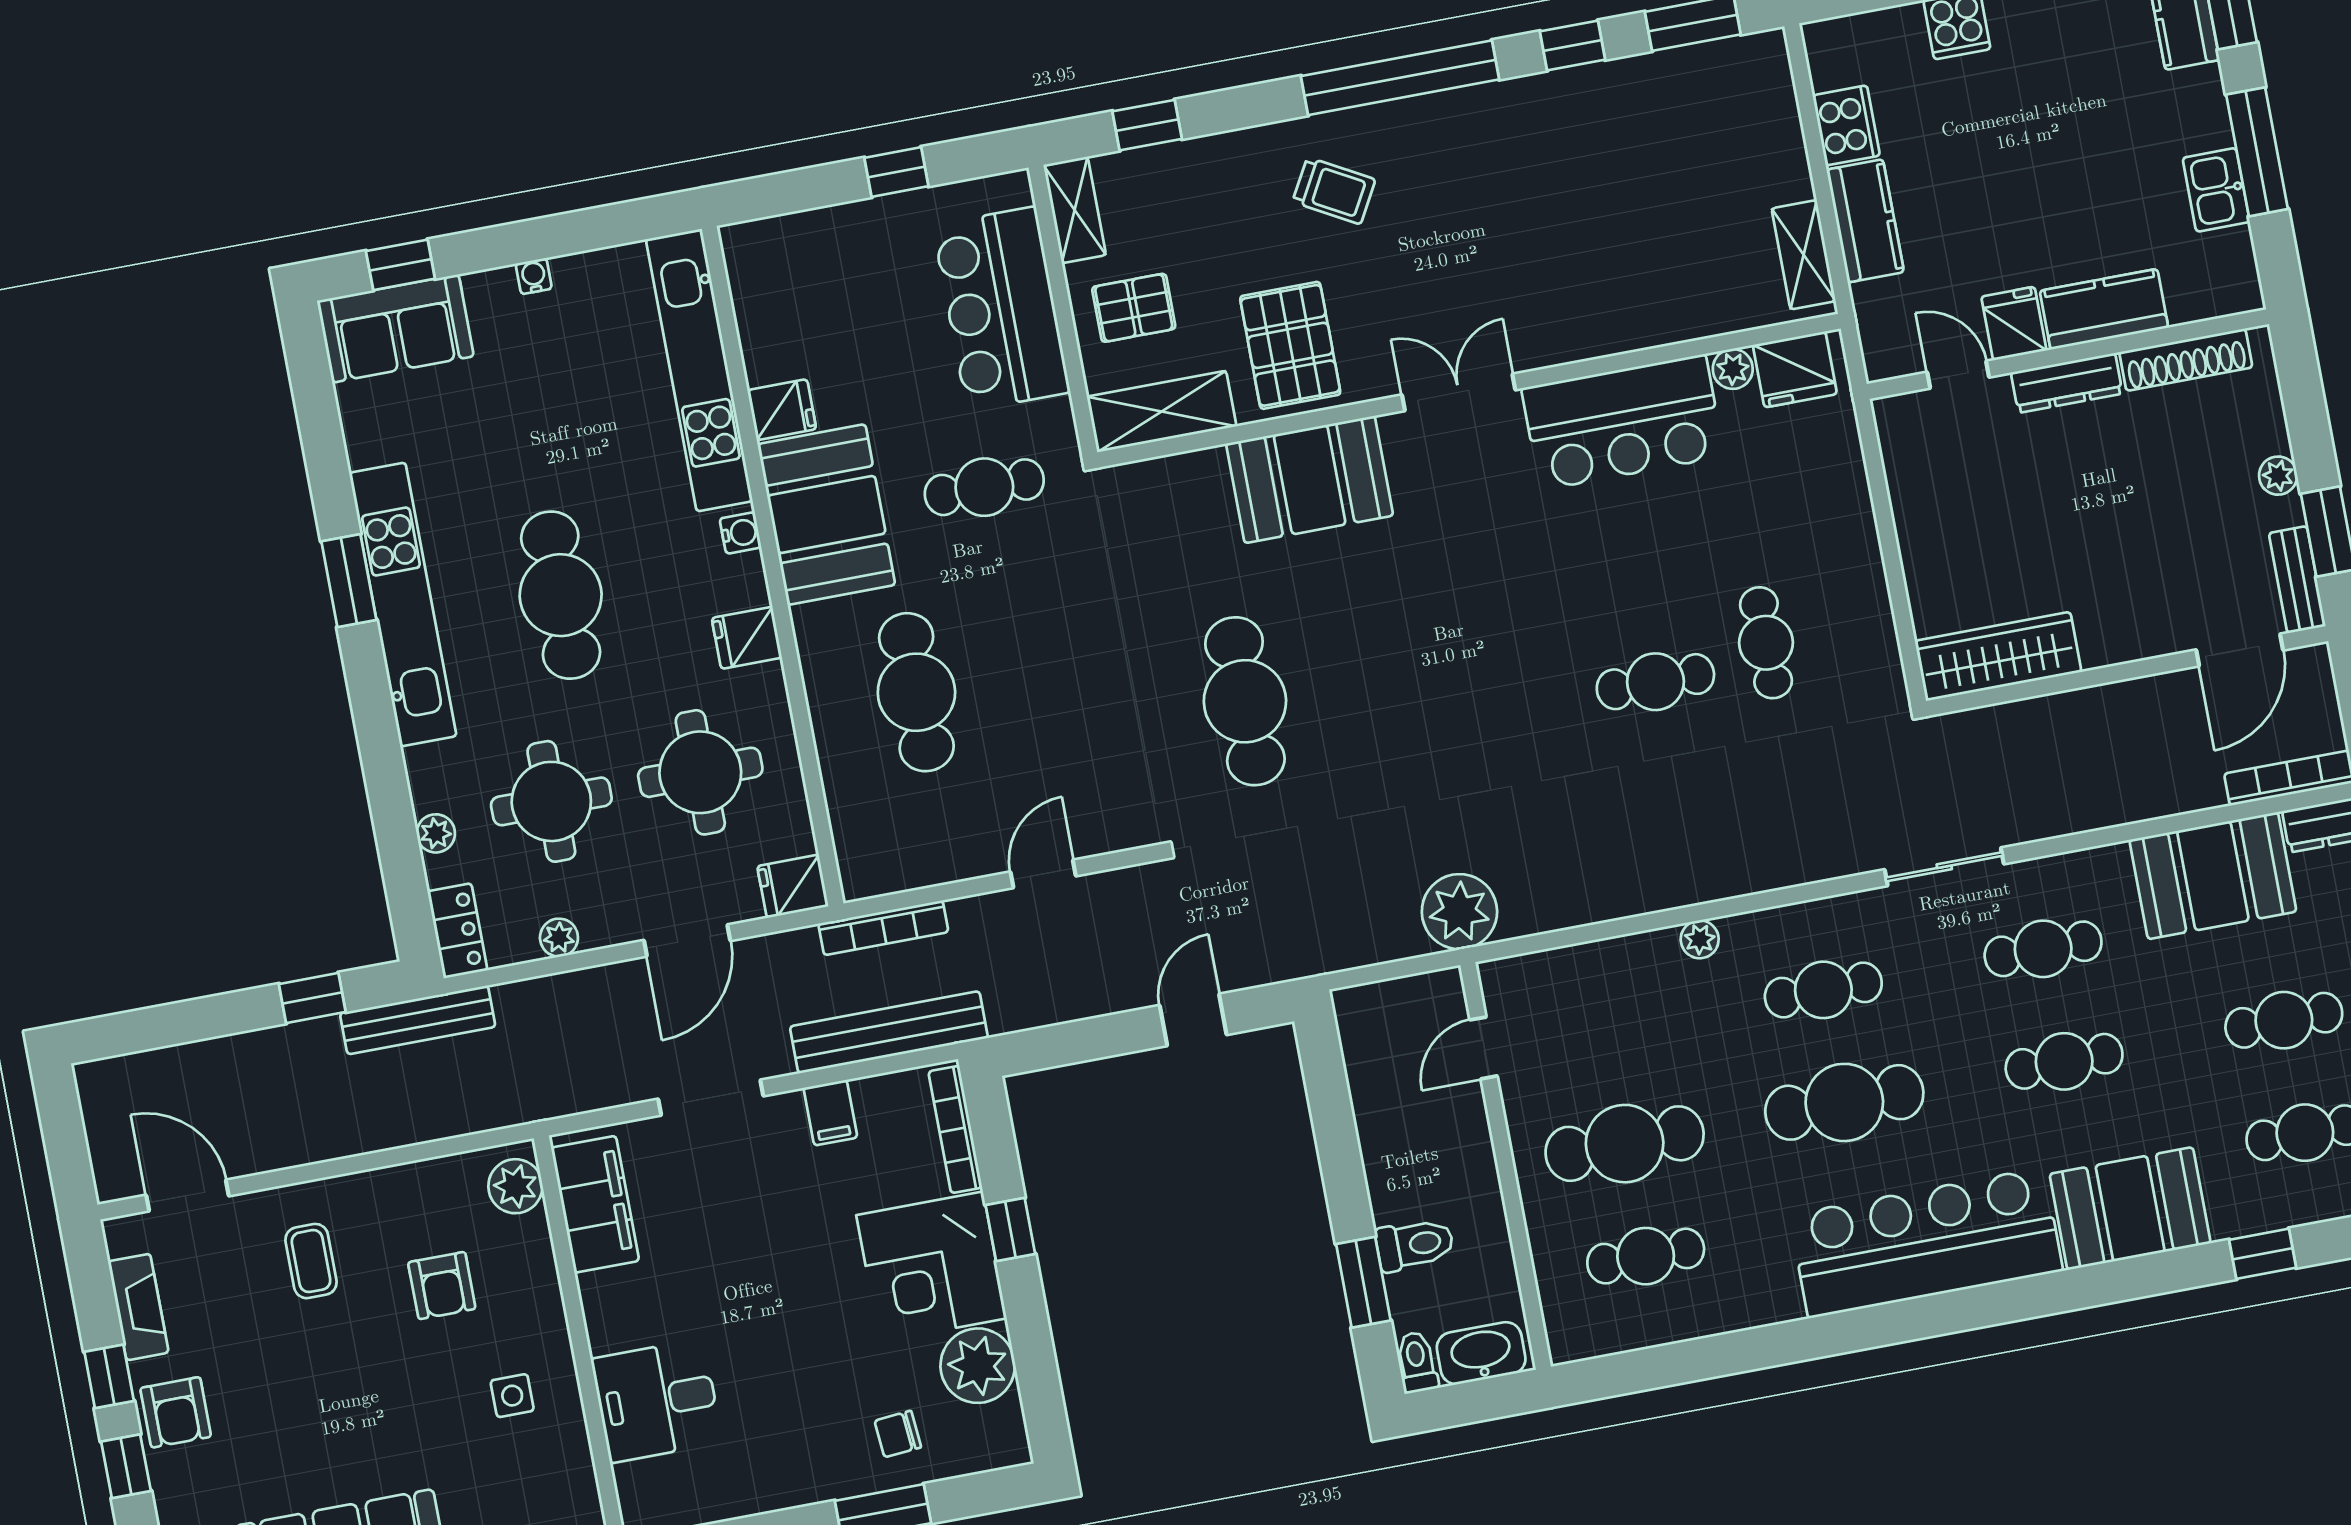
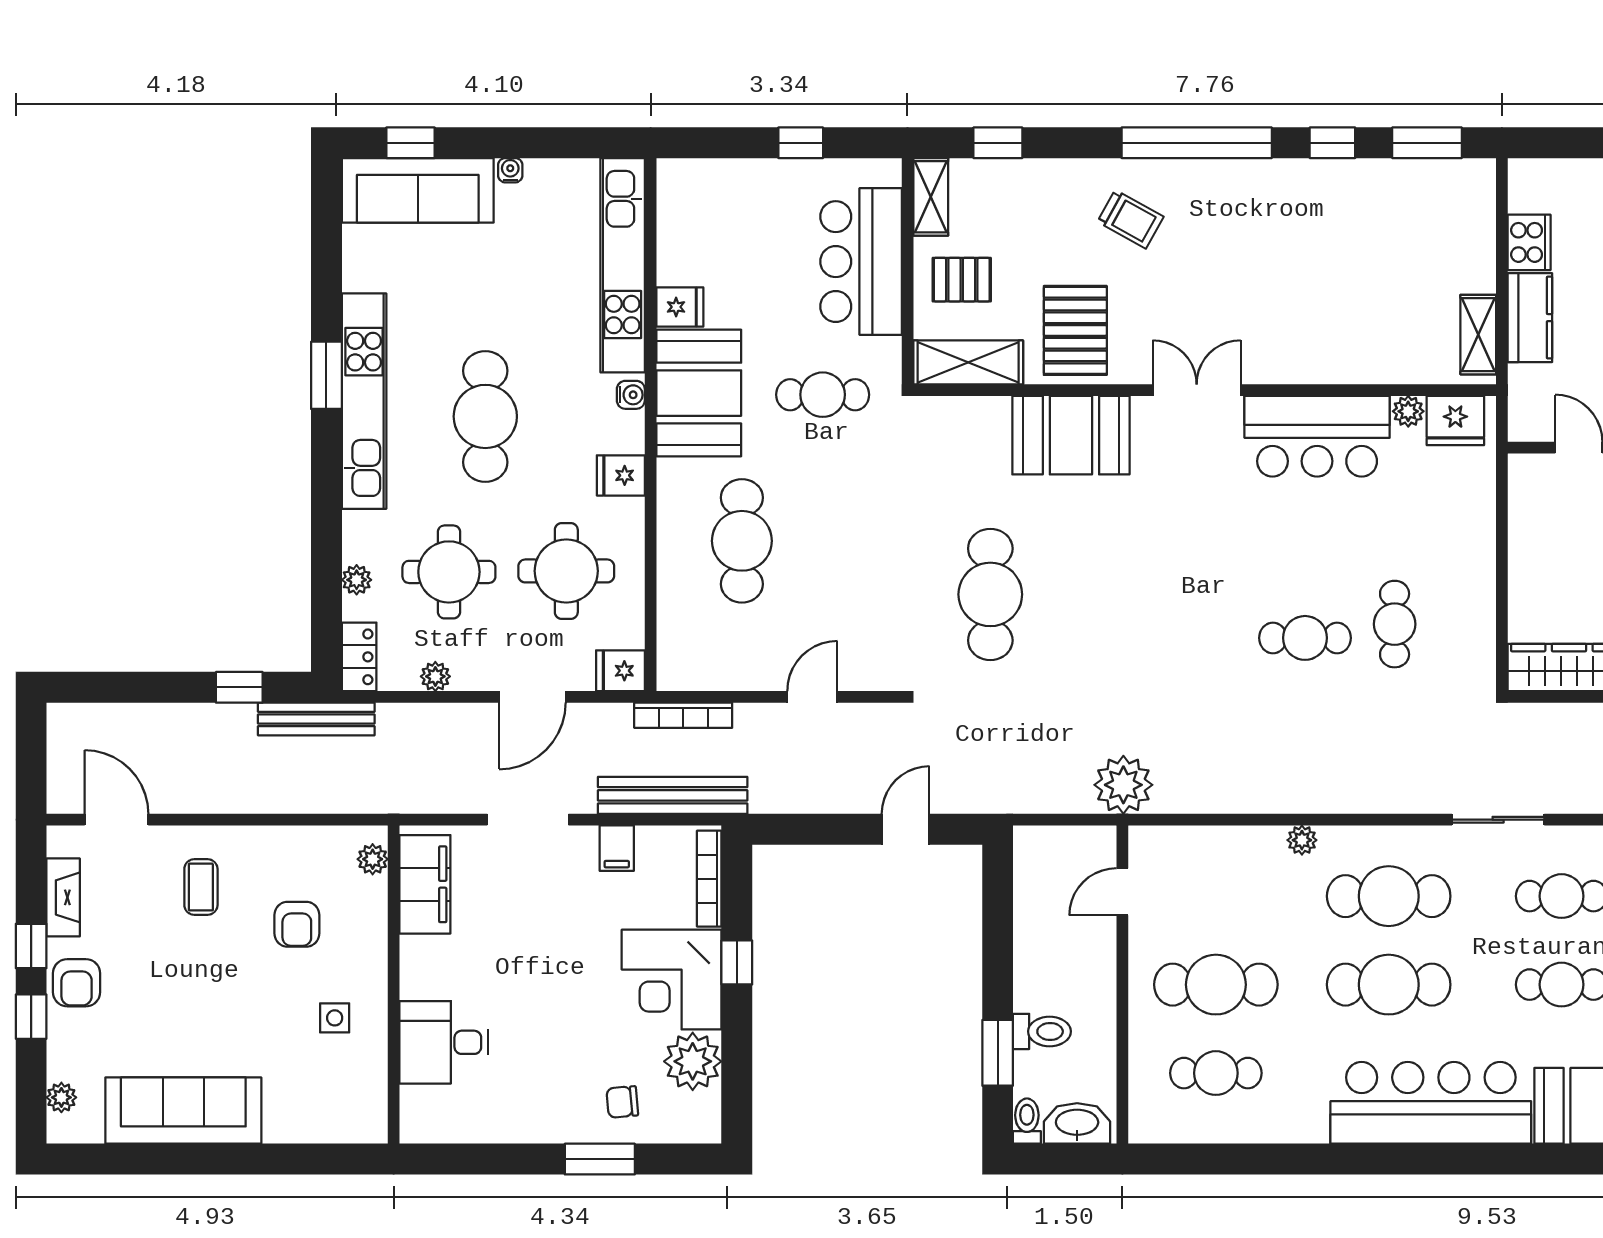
sofa: (395, 328) -> (418, 190), width x1.36
cafe table: (1823, 990) -> (1389, 896), width x1.37, depth x1.35
plant: (515, 1186) -> (373, 859), width x0.73, depth x0.73

